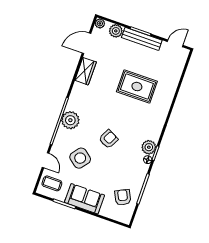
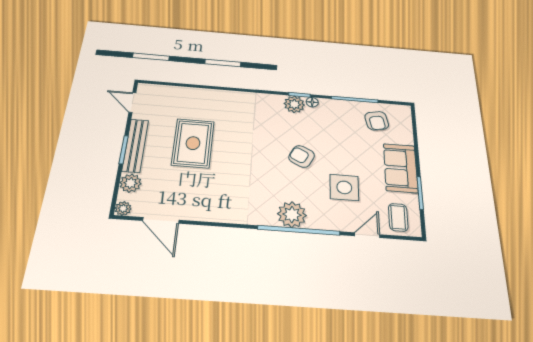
wardrobe: (86, 71) -> (207, 211), removed
rug: (137, 87) -> (193, 143), moved
side table: (80, 158) -> (344, 187), turned -38
armchair: (123, 197) -> (377, 121), turned -76

